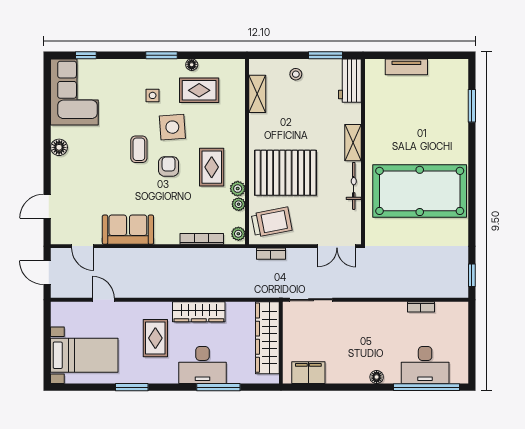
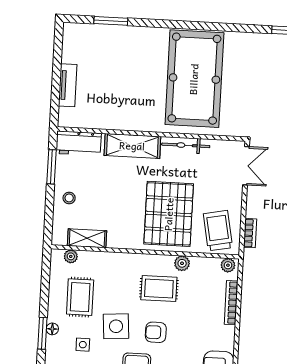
floor lamp: (192, 65) -> (52, 329), moved
shelving: (353, 143) -> (132, 146), width x1.50, depth x1.33
plant: (239, 204) -> (71, 256), moved

